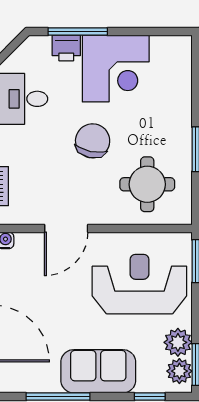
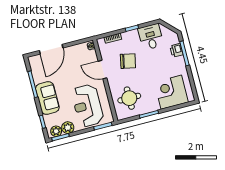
corner desk: (116, 69) -> (171, 92), moved, turned 90
chair: (93, 141) -> (128, 61), moved
reception desk: (139, 284) -> (88, 106), turned 180

